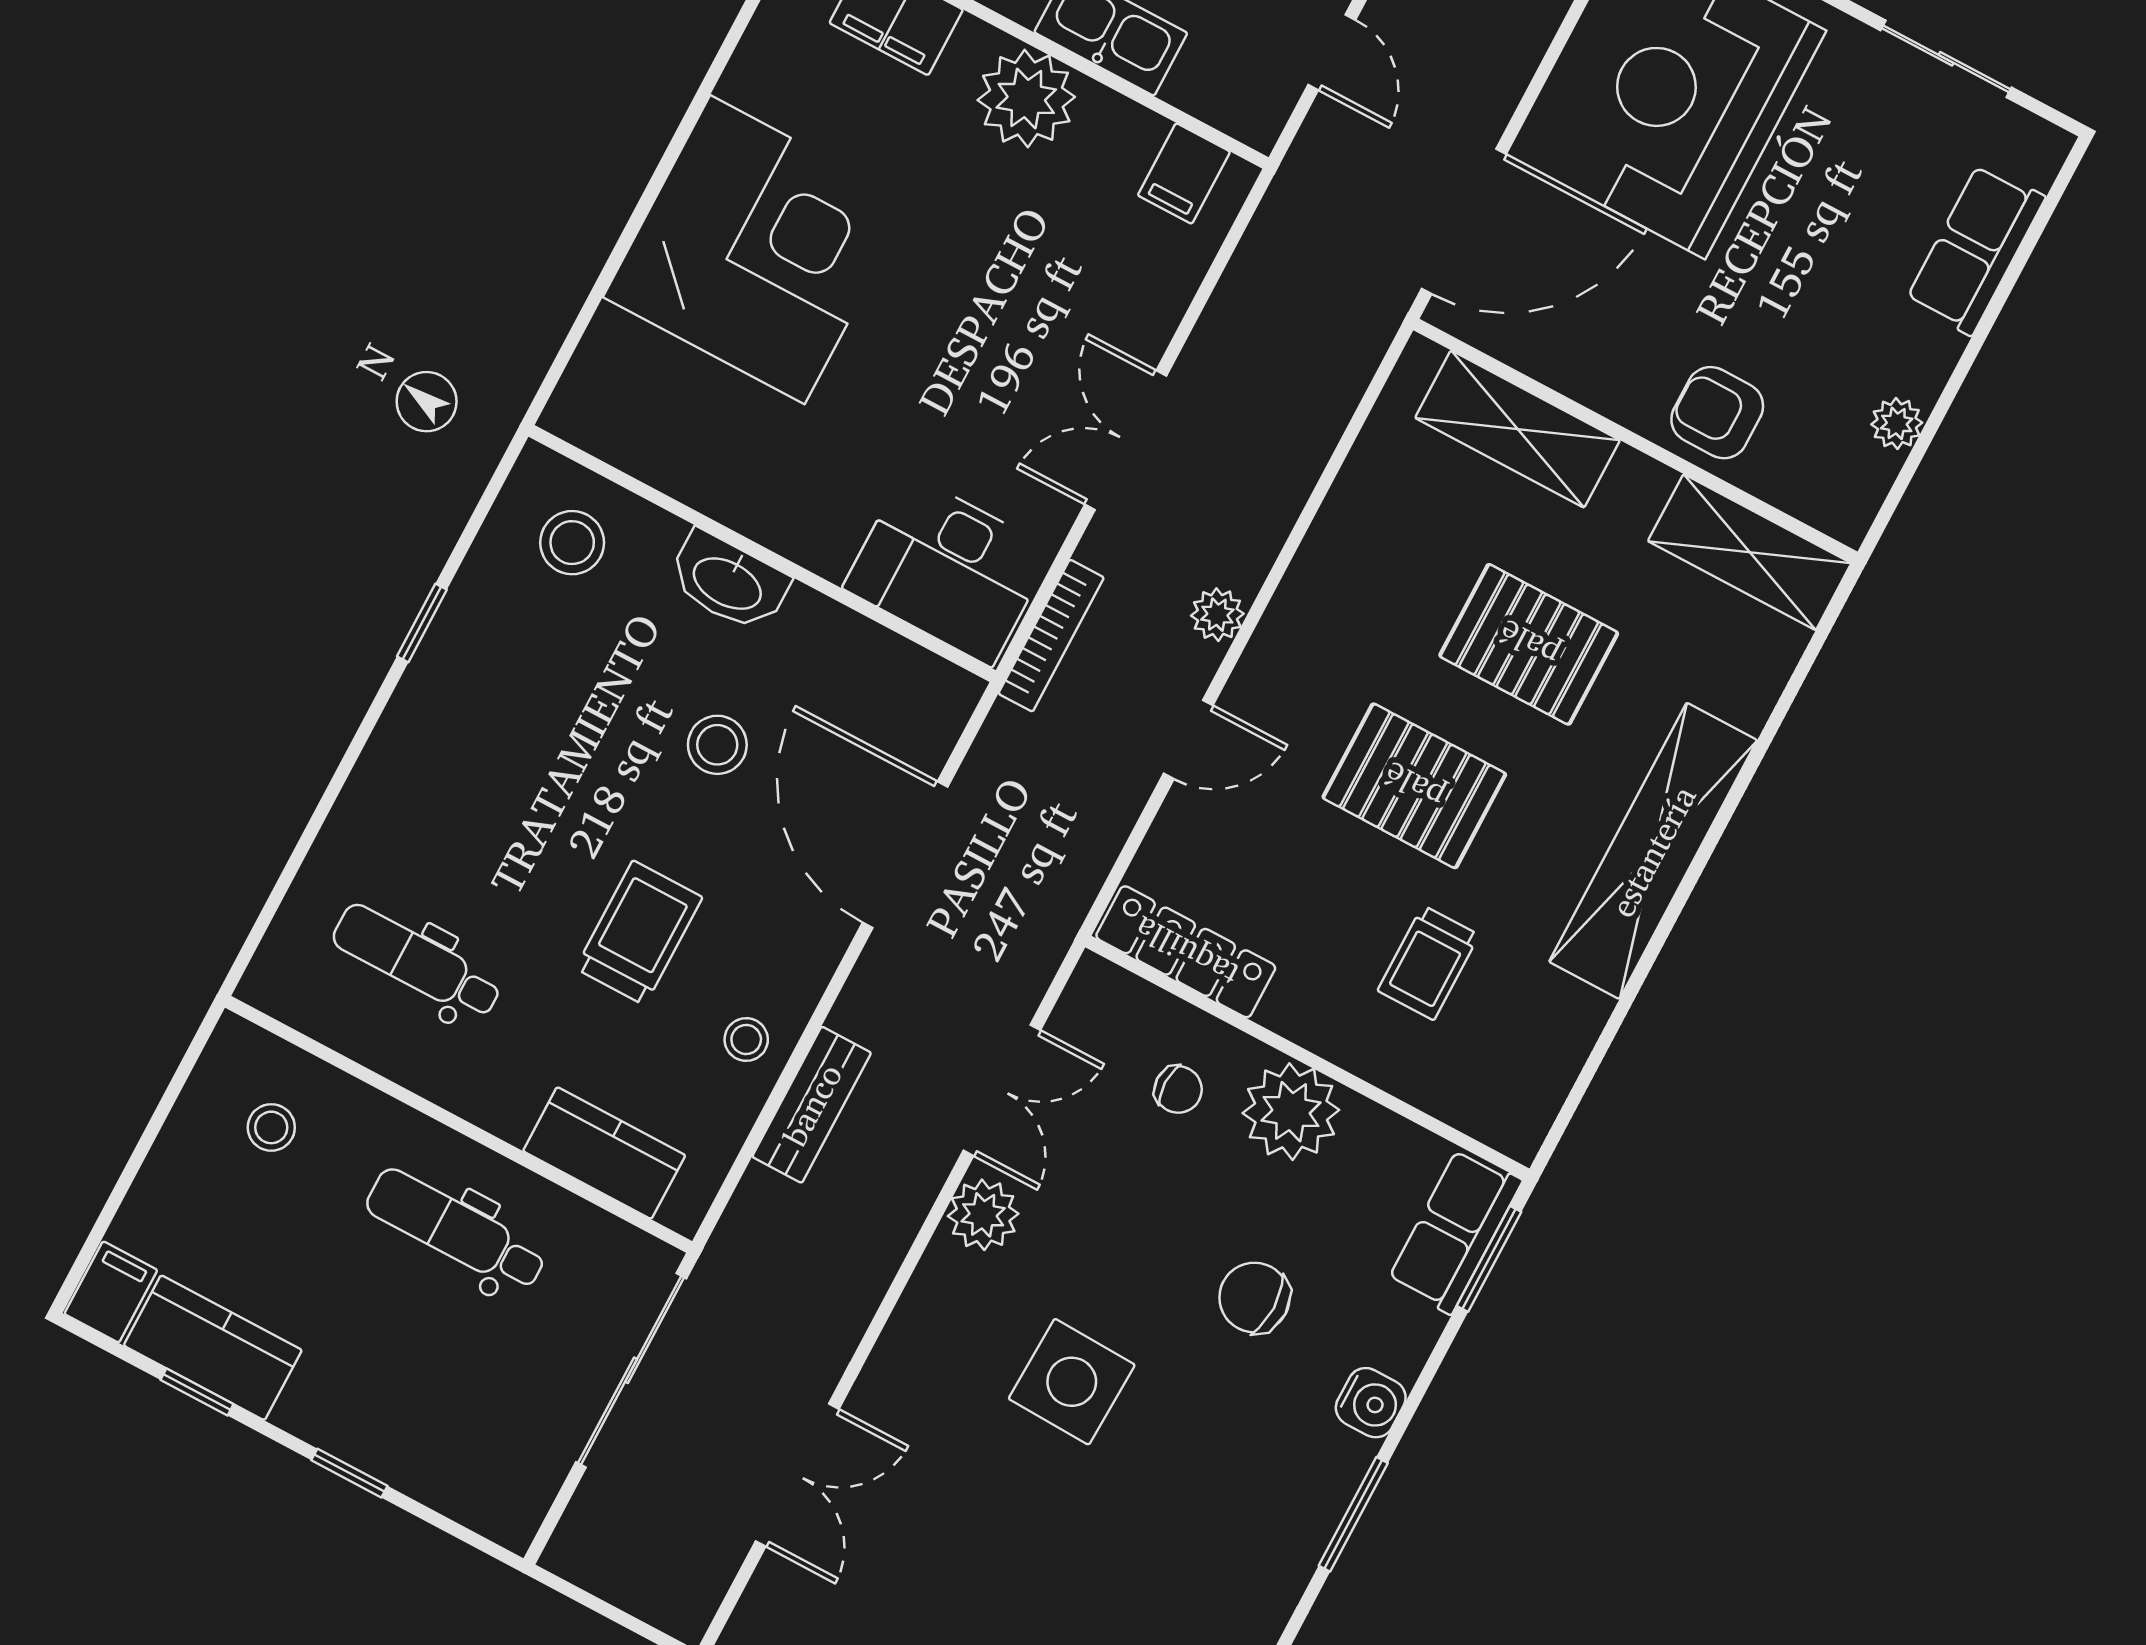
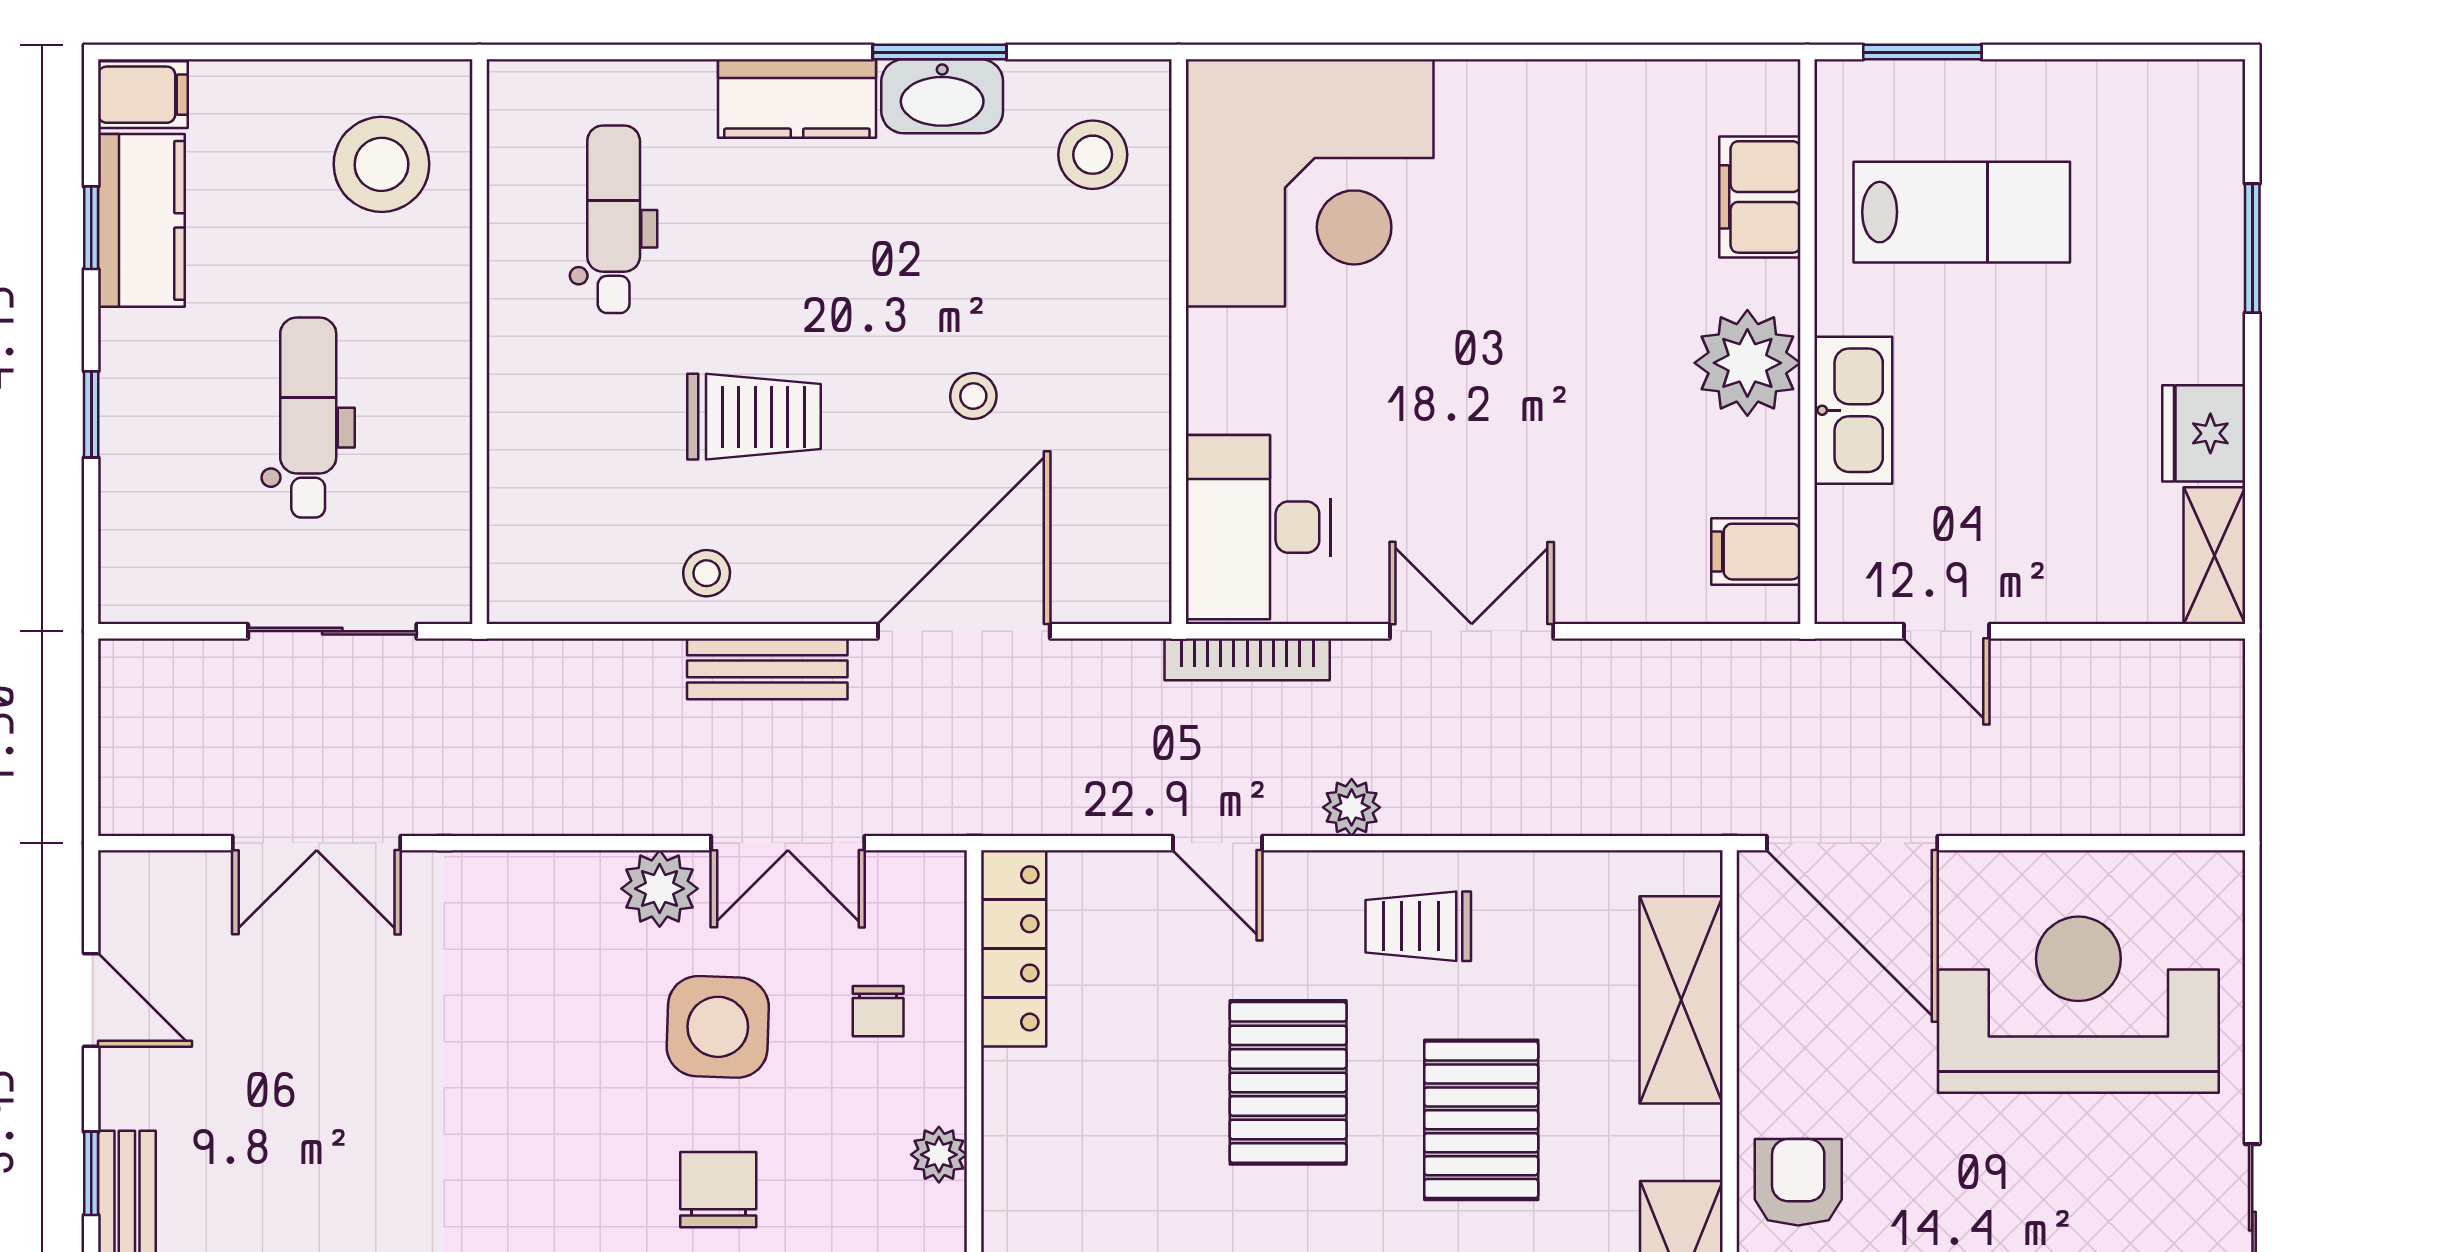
door: (1332, 52) -> (1947, 631), hinge flipped
corner desk: (757, 250) -> (1310, 183), moved
washbasin: (728, 582) -> (942, 96), moved, turned -90
window: (422, 623) -> (940, 52), width x1.50
stool: (717, 745) -> (973, 396), width x0.73, depth x0.73
trolley: (1428, 963) -> (1418, 926), moved
bench: (812, 1105) -> (767, 669), moved
plant: (1291, 1112) -> (939, 1155), width x0.53, depth x0.53
stool: (271, 1127) -> (381, 164), width x1.89, depth x1.89
kitchen counter: (604, 1153) -> (797, 99), moved, turned 90
dental chair: (456, 1230) -> (308, 418), moved
sliding door: (631, 1370) -> (332, 631), width x0.73
side table: (1072, 1382) -> (718, 1027), moved

